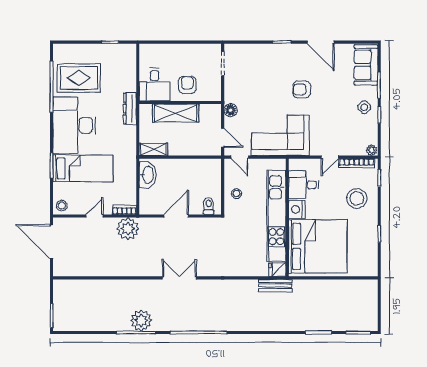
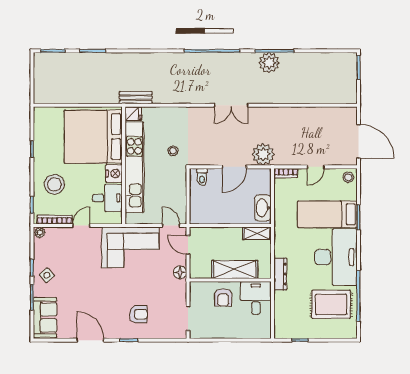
armchair: (302, 89) -> (138, 314), moved
stool: (236, 194) -> (173, 151), moved
plant: (128, 229) -> (263, 154), moved

